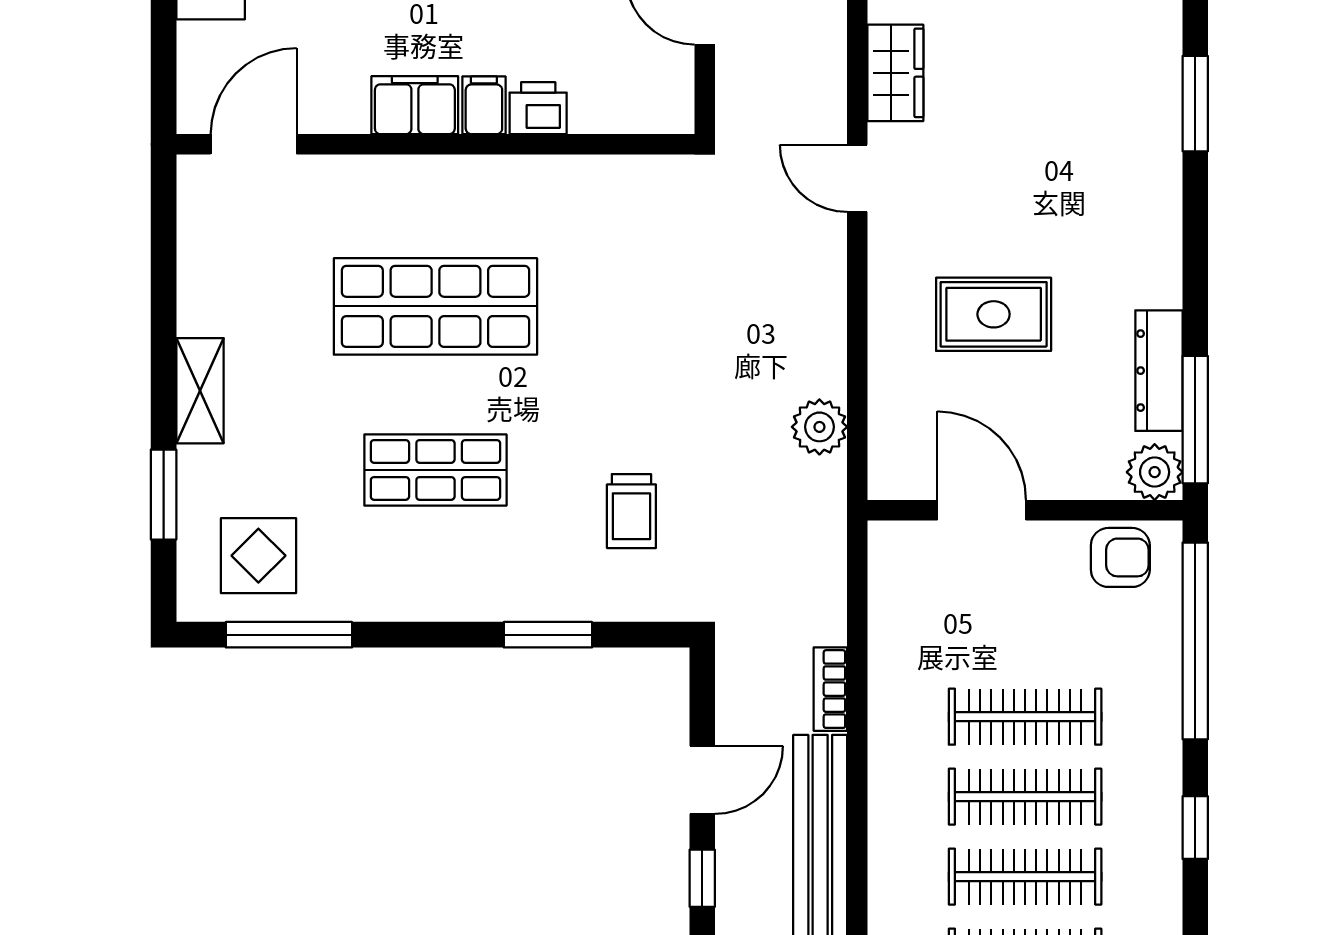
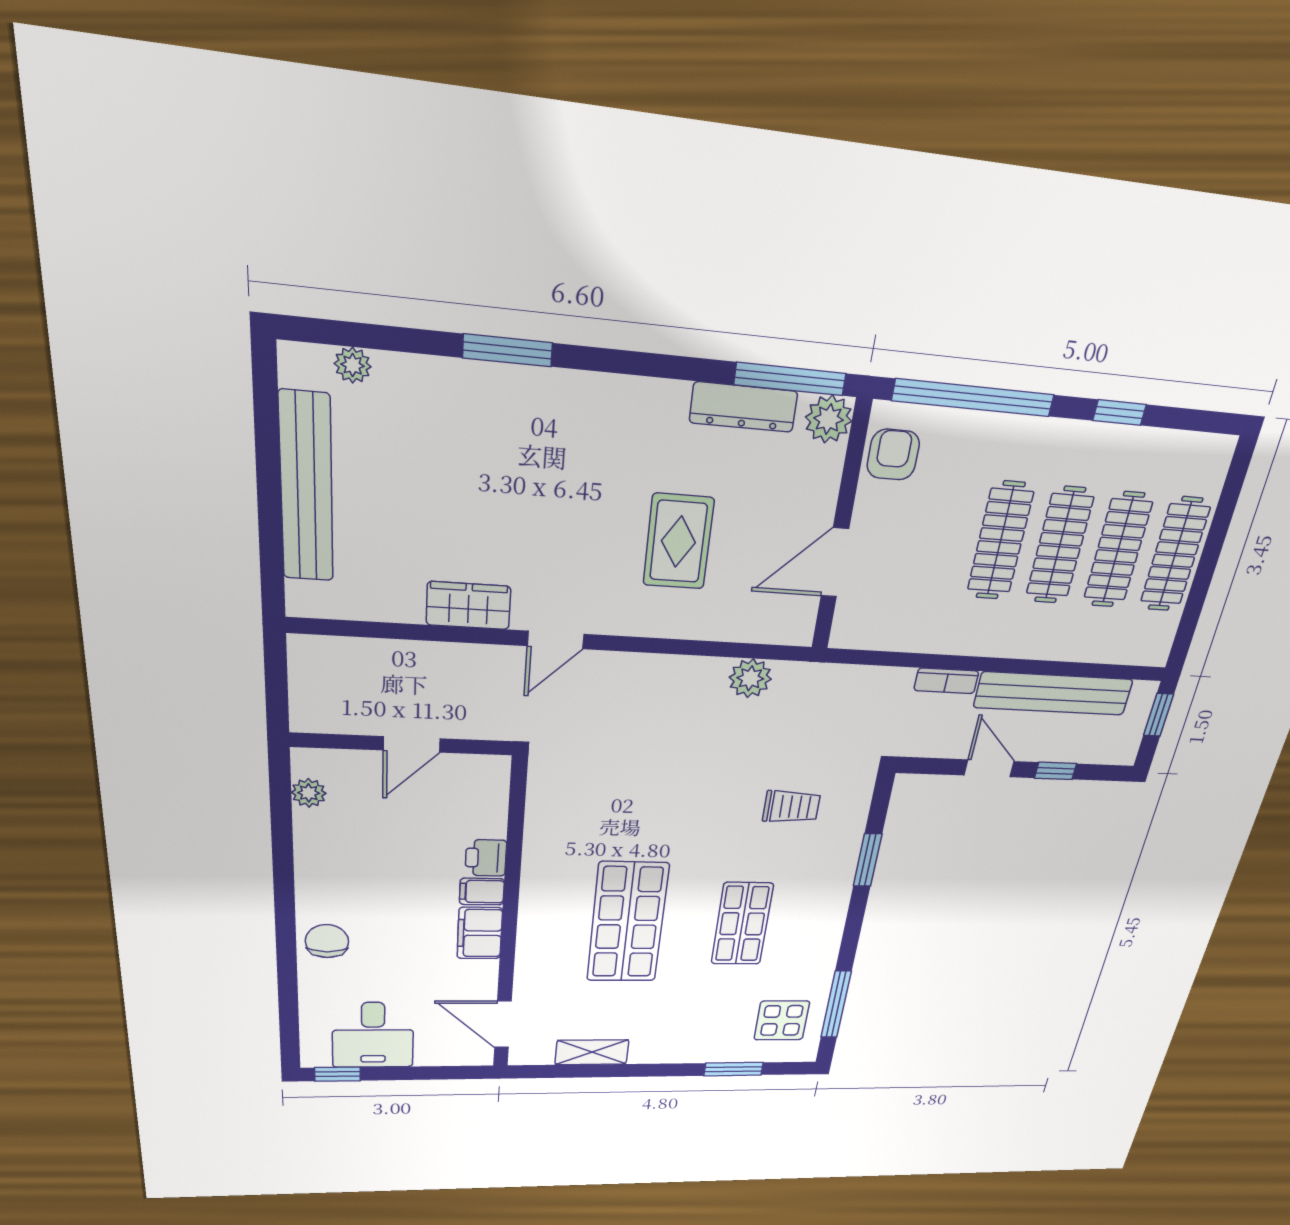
shelving: (200, 391) -> (592, 1052), moved

